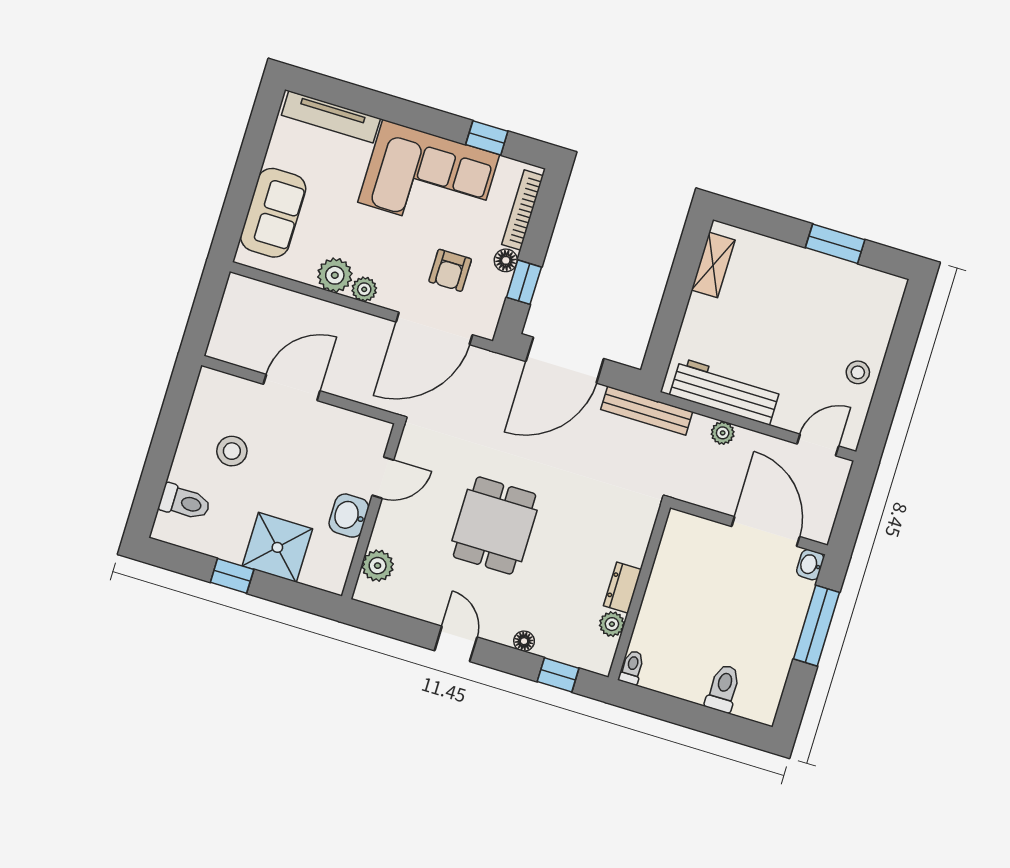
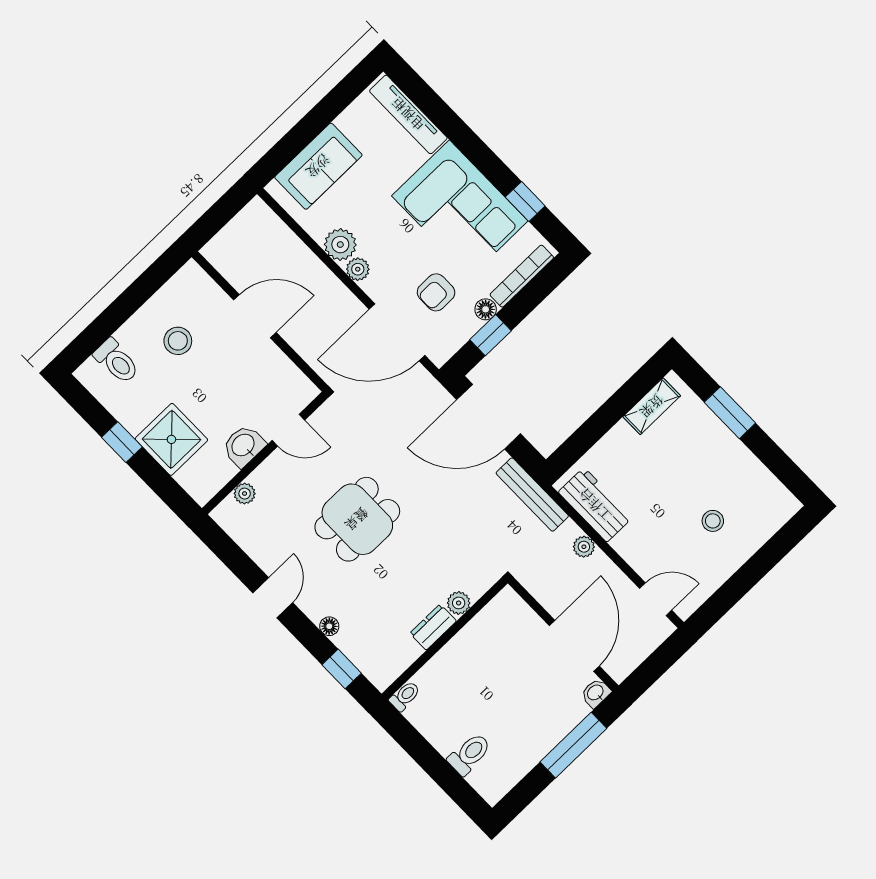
window: (835, 244) -> (730, 413), moved
stool: (858, 372) -> (713, 521), moved
workbench: (725, 391) -> (595, 505), width x0.73
plant: (378, 566) -> (245, 494), width x0.73, depth x0.73
plant: (612, 624) -> (459, 603), moved

